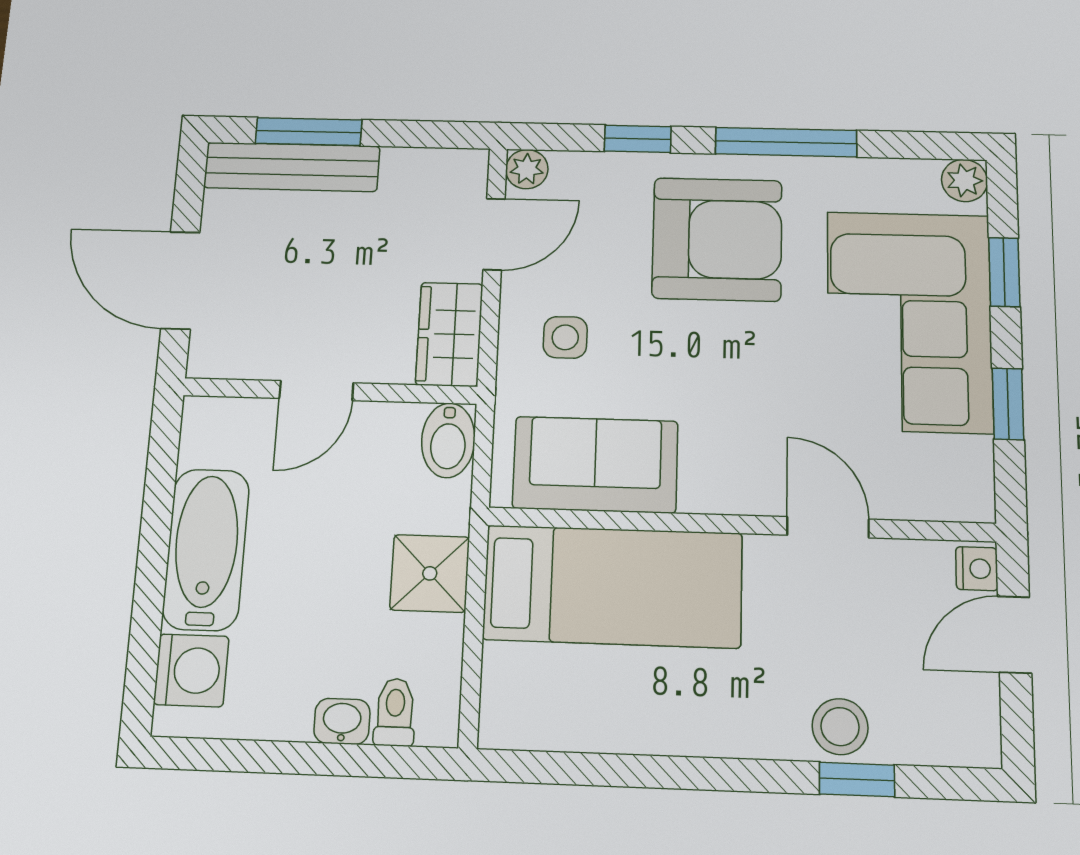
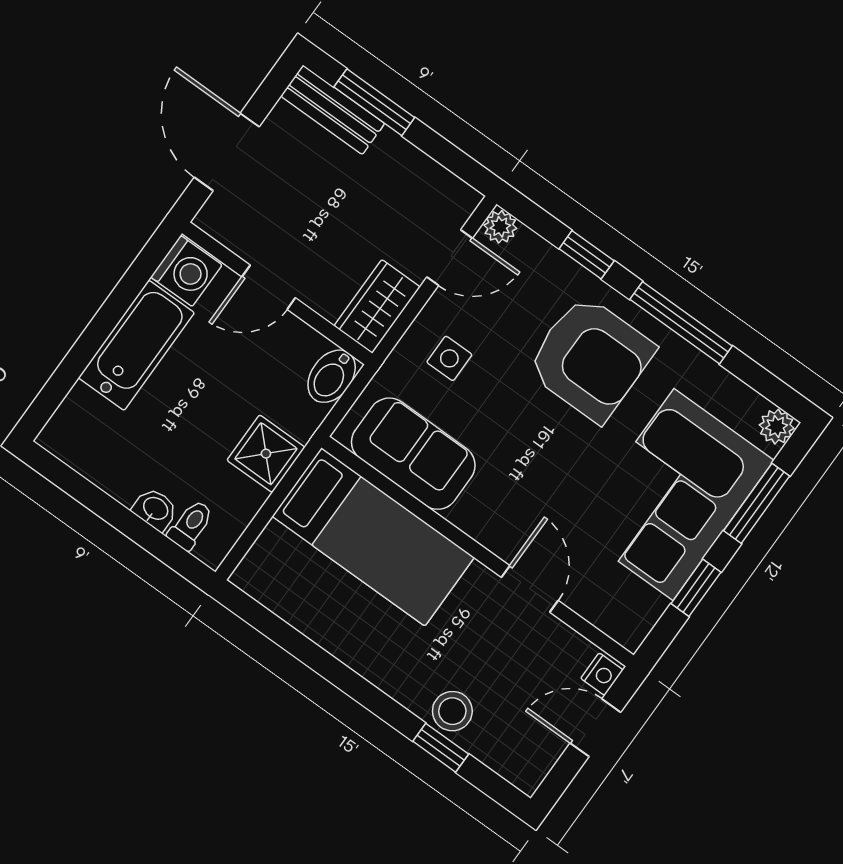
bench: (292, 167) -> (333, 110), width x0.73
window: (1004, 272) -> (757, 503), width x1.50
washing machine: (191, 670) -> (186, 271), moved

